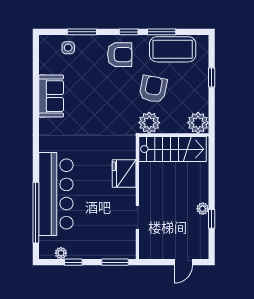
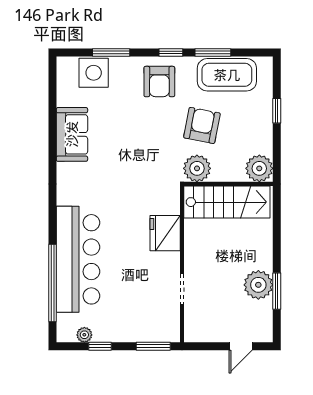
side table: (68, 48) -> (94, 73), width x1.87, depth x1.87
armchair: (120, 55) -> (159, 82), turned 90
plant: (203, 209) -> (258, 285), width x1.87, depth x1.87
window: (212, 219) -> (277, 291), width x1.50

